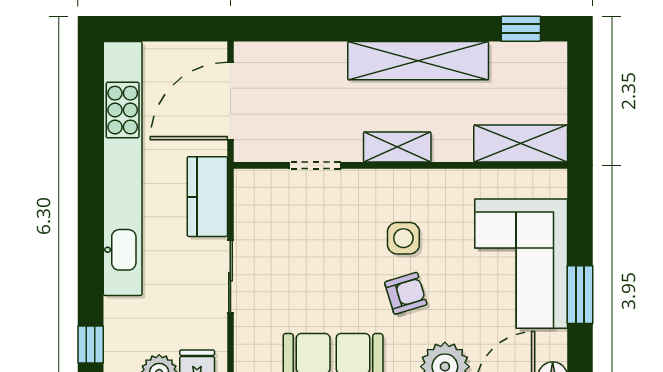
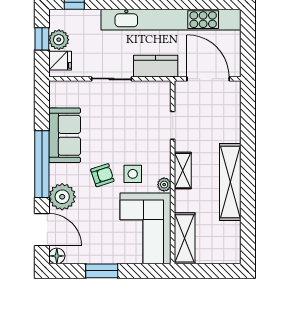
window: (521, 29) -> (248, 238), removed
plant: (423, 181) -> (164, 185), added
corner sofa: (521, 264) -> (146, 228), moved, turned -90
armchair: (406, 293) -> (102, 175), turned -91

